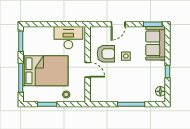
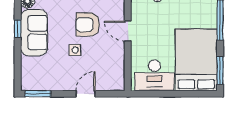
sofa: (156, 43) -> (34, 33), moved
armchair: (106, 54) -> (88, 25), moved
bed: (45, 71) -> (196, 60), moved, turned 90

